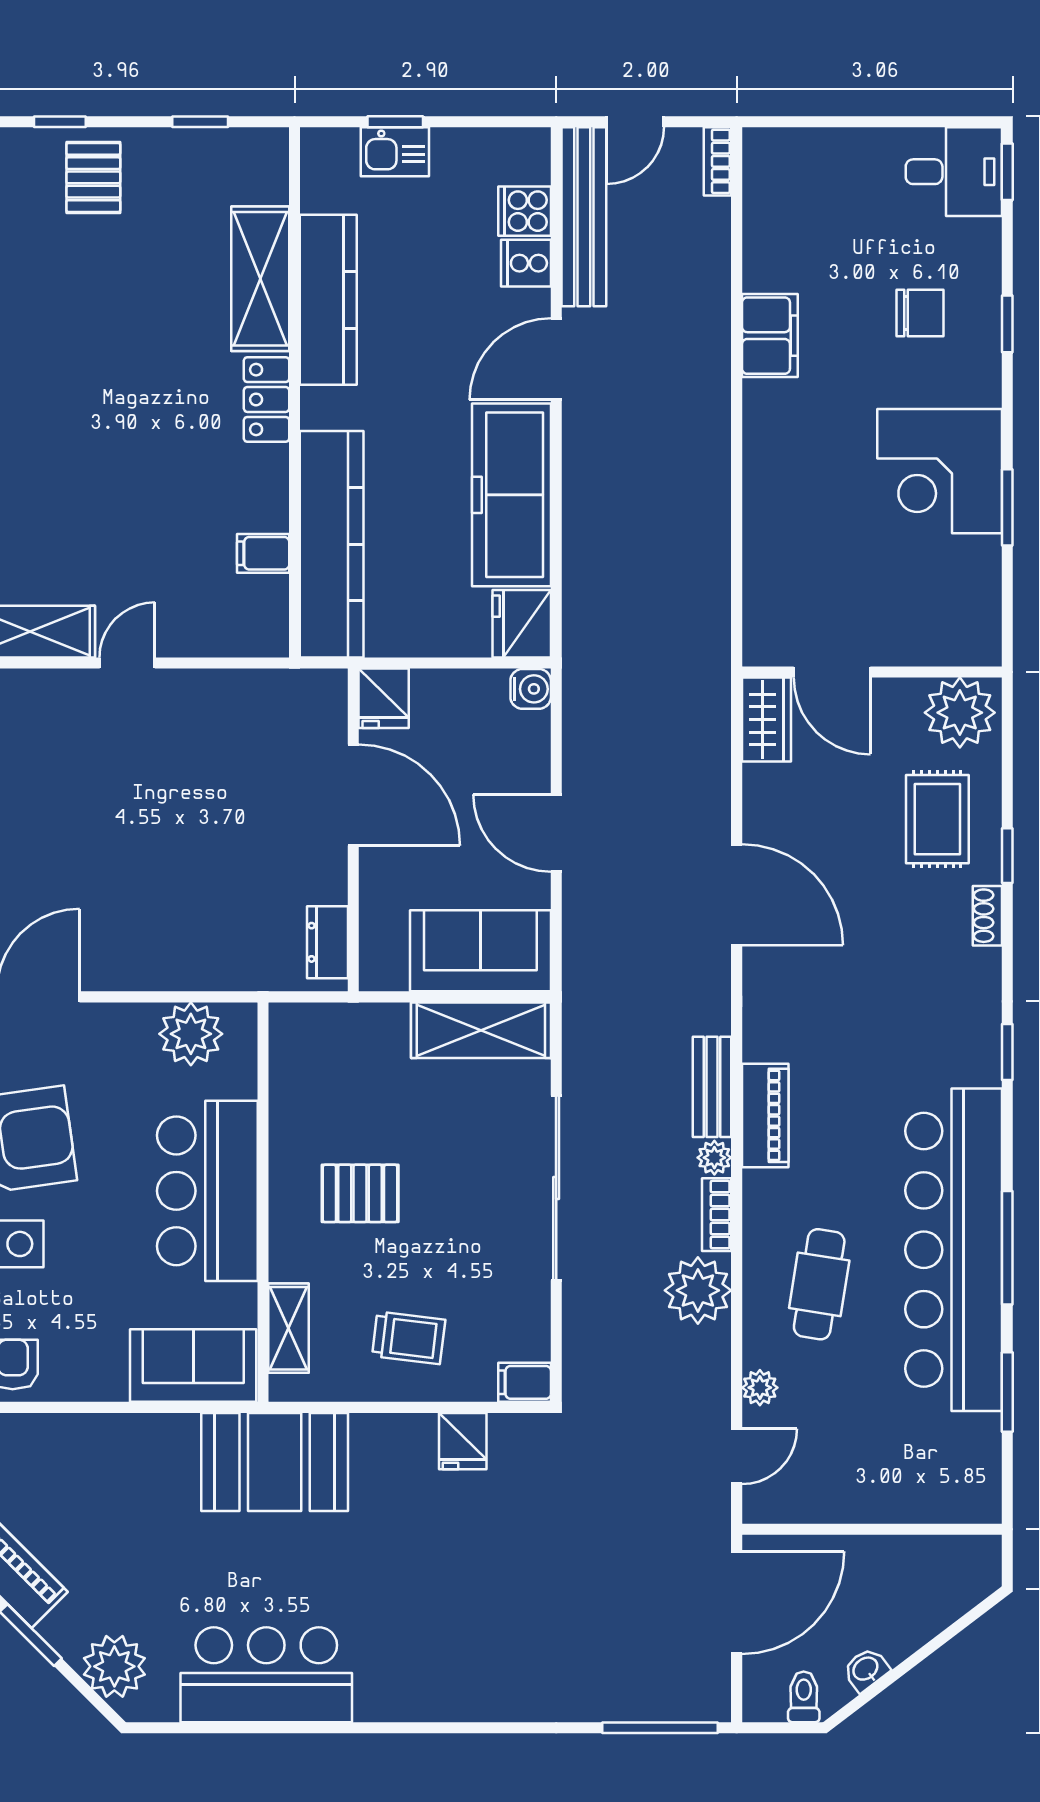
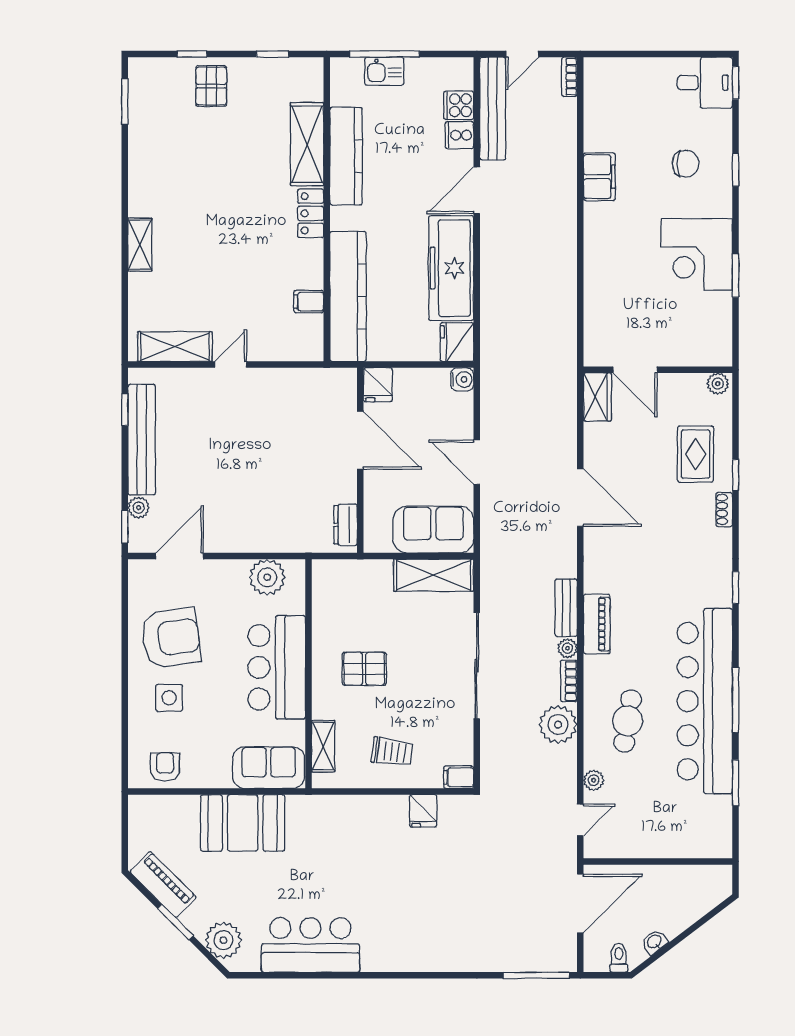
window: (395, 122) -> (384, 54), width x2.17
plant: (960, 713) -> (718, 384), width x0.53, depth x0.53
booth: (275, 1462) -> (243, 823), moved

